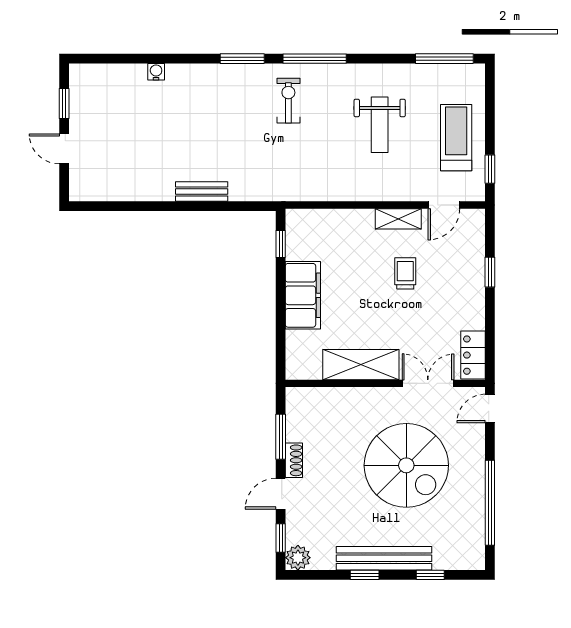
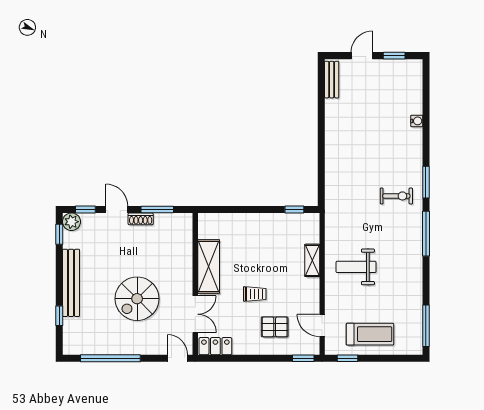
exercise bike: (288, 101) -> (396, 196), moved
weight bench: (380, 125) -> (356, 267), moved
bench: (202, 192) -> (332, 80), moved
shelving: (398, 219) -> (312, 260), moved
pallet: (446, 272) -> (275, 327), added
window: (490, 272) -> (303, 358), moved
trolley: (405, 273) -> (255, 294), moved
filing cabinet: (303, 295) -> (258, 225), removed
spiral stairs: (406, 465) -> (137, 299), width x0.73, depth x0.73
window: (365, 575) -> (59, 234), moved

